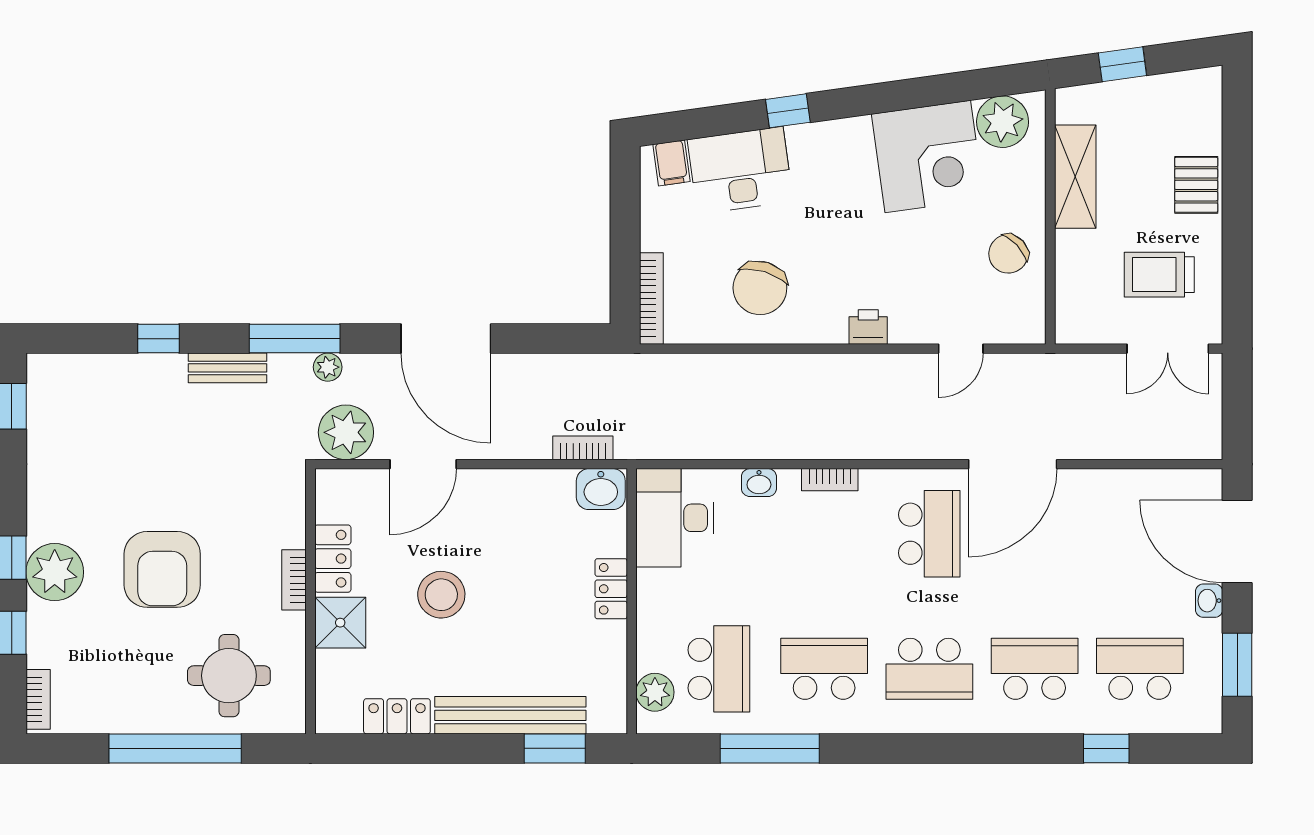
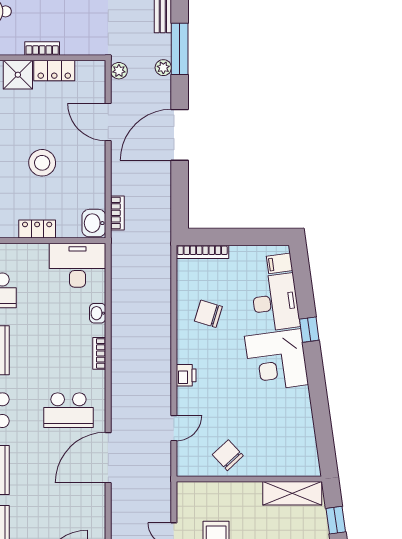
plant: (1003, 122) -> (303, 452), removed
corner desk: (928, 156) -> (276, 360), moved
shelving: (1075, 177) -> (292, 493), moved
chair: (760, 288) -> (208, 314), width x0.73, depth x0.73
door: (961, 349) -> (174, 428), swing flipped
plant: (346, 432) -> (119, 71), width x0.53, depth x0.53
door: (1013, 464) -> (108, 458), hinge flipped
stool: (441, 595) -> (42, 163), moved

